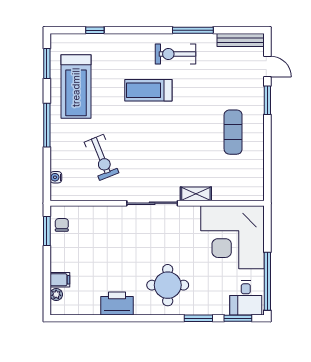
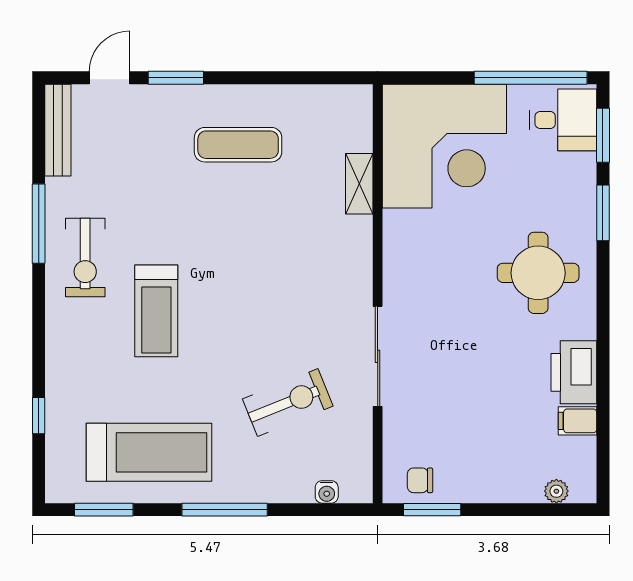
shelving: (196, 194) -> (359, 184), moved
sliding door: (152, 203) -> (378, 356), moved
filing cabinet: (60, 280) -> (577, 421), moved, turned -90

